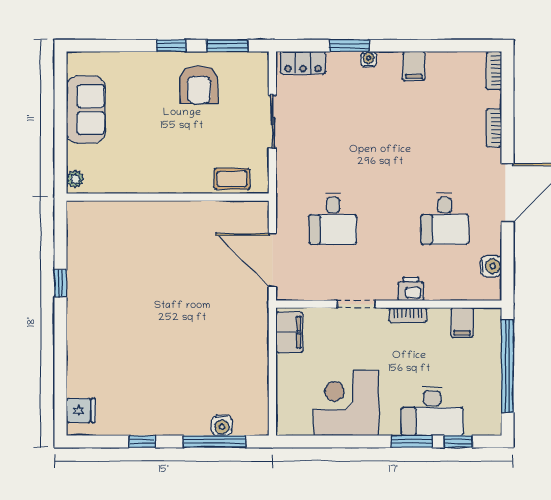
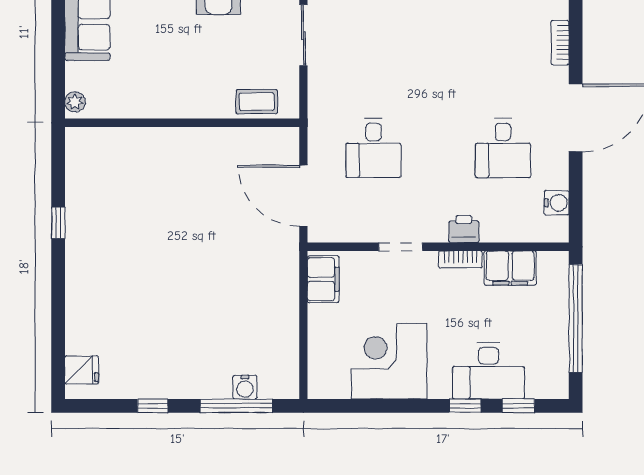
filing cabinet: (462, 323) -> (510, 268), width x2.00
window: (412, 441) -> (465, 406), width x0.67

